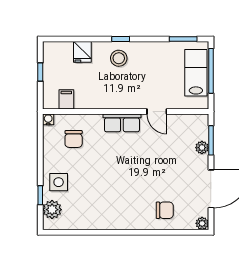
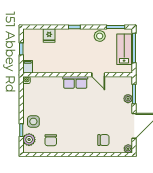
stool: (119, 58) -> (100, 36), moved
filing cabinet: (66, 99) -> (28, 67), moved
chair: (74, 139) -> (51, 140), moved

